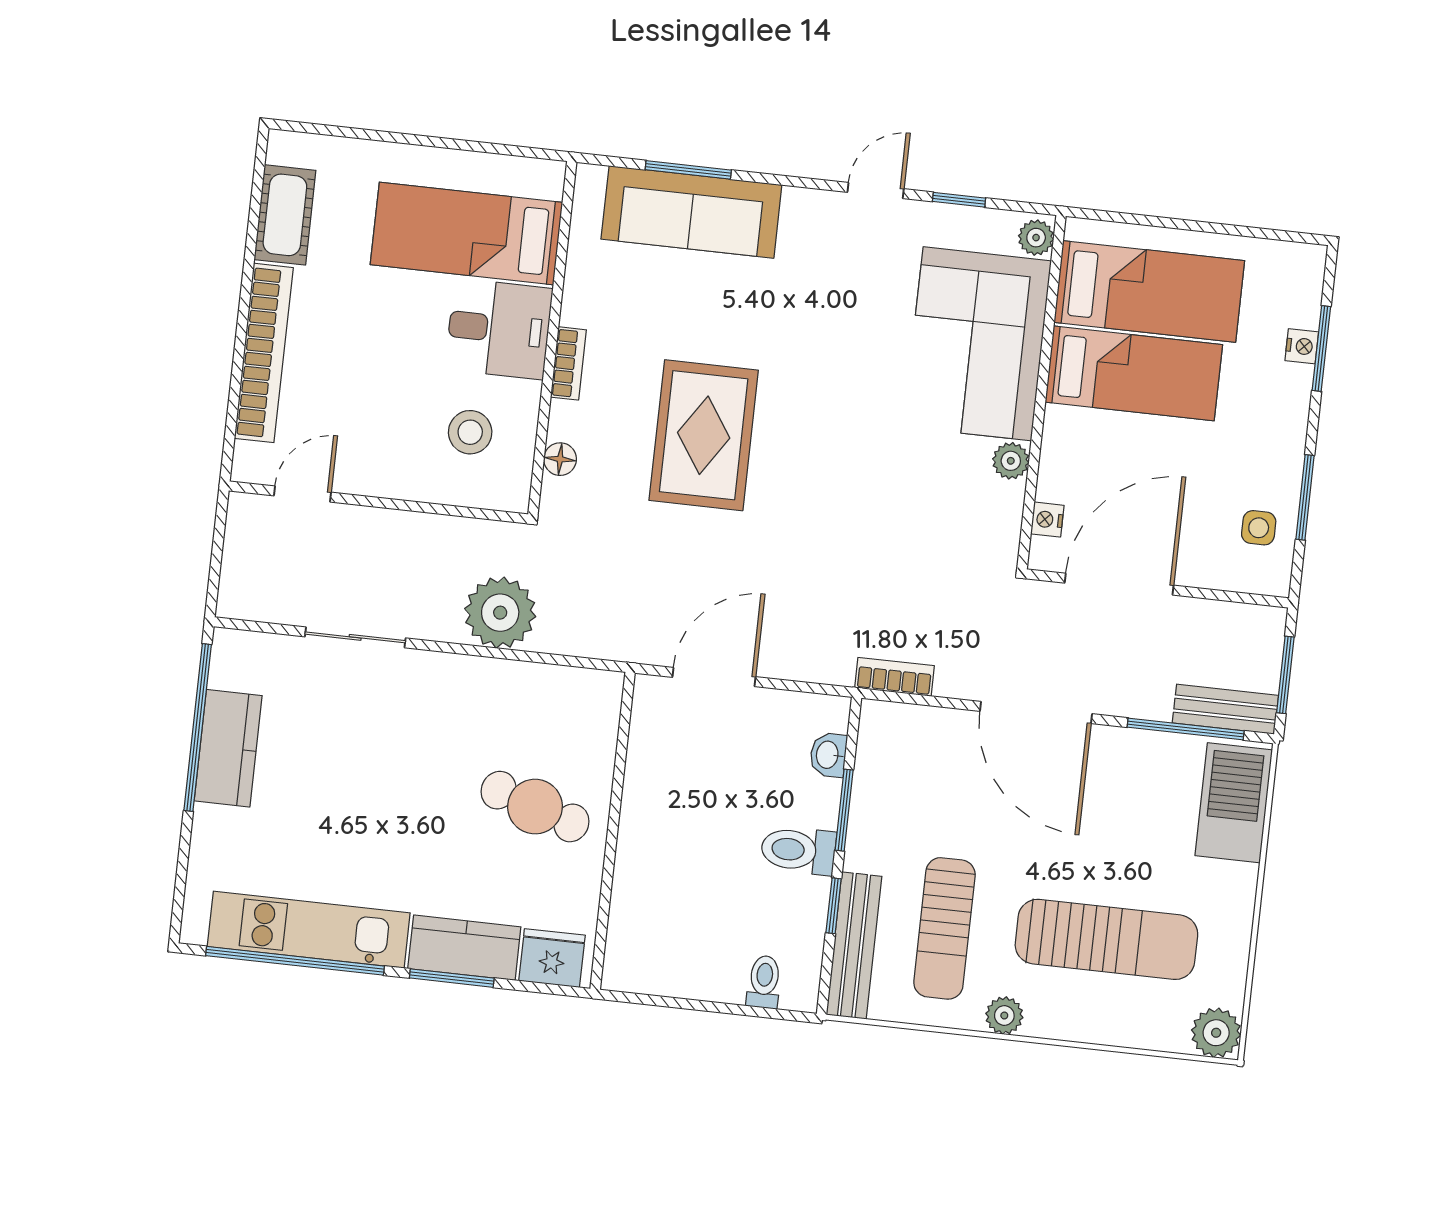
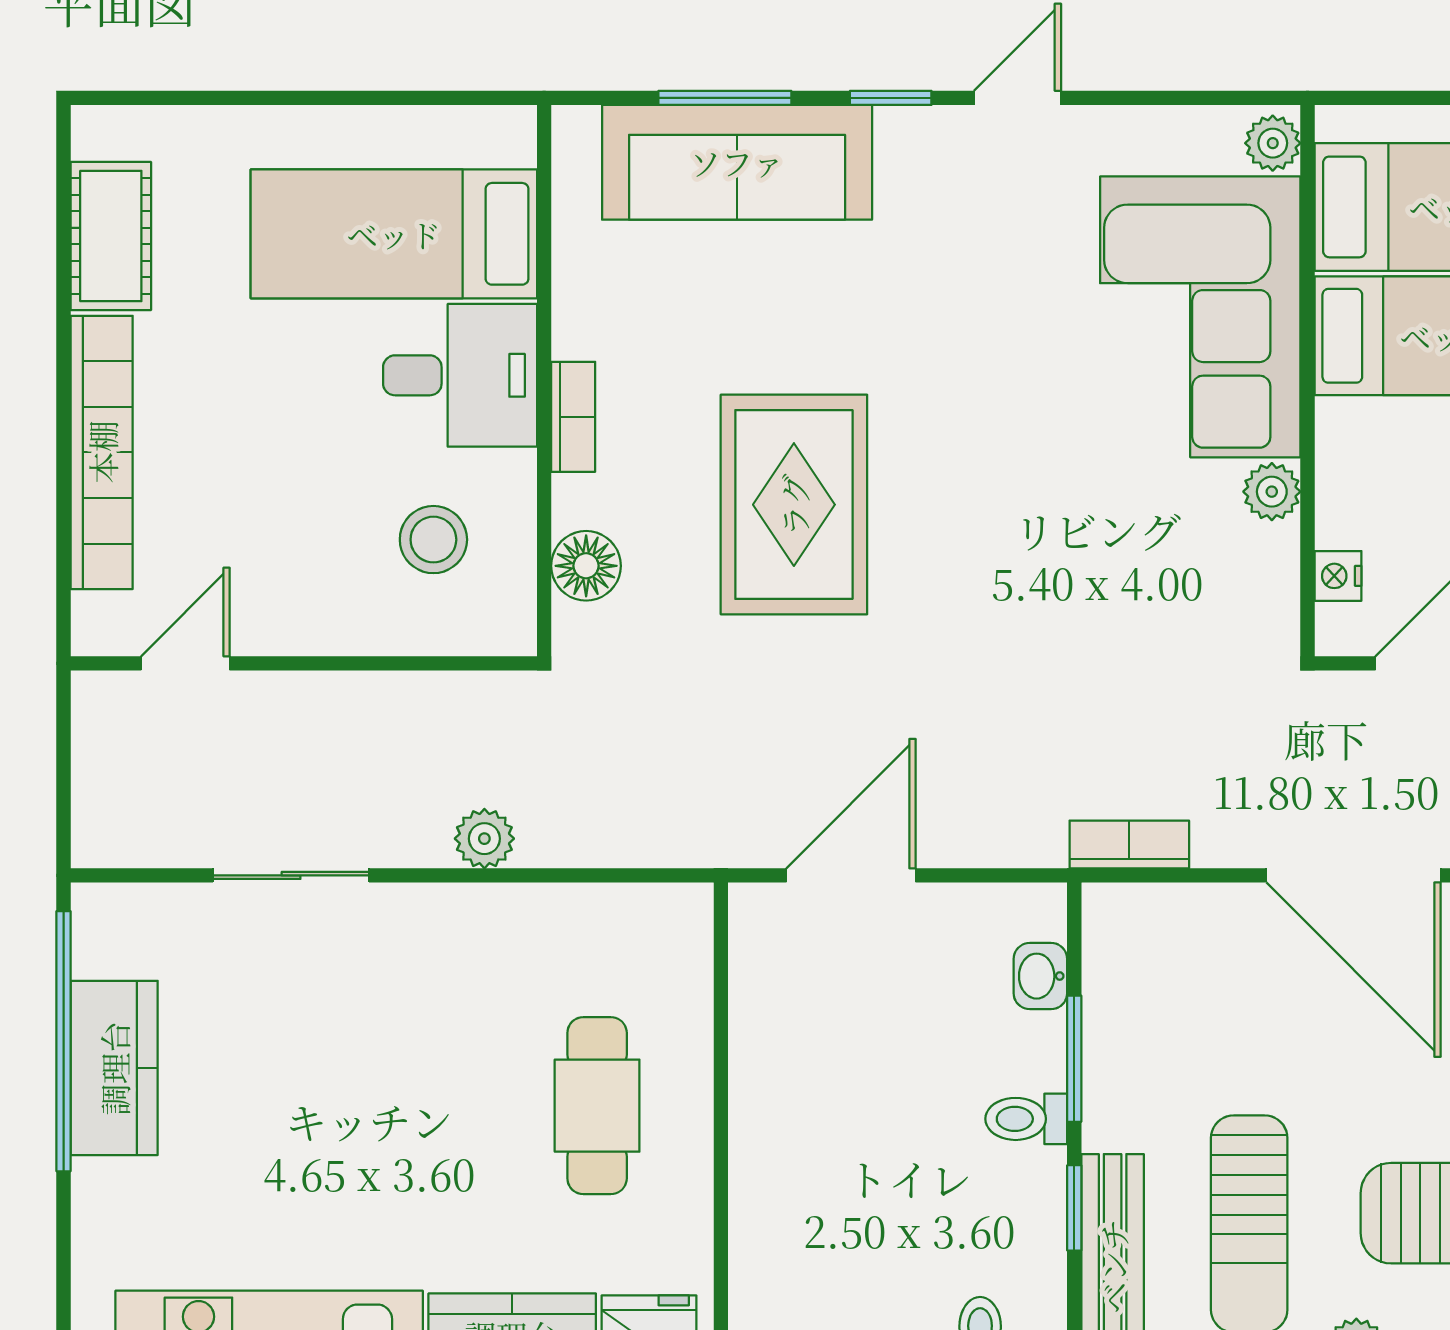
window: (959, 200) -> (891, 98), moved
floor lamp: (560, 459) -> (586, 566), width x1.37, depth x1.37
plant: (500, 613) -> (484, 839), width x0.53, depth x0.53
cafe table: (535, 807) -> (597, 1106), turned 72
toilet: (798, 850) -> (1026, 1119), width x0.73, depth x0.72

